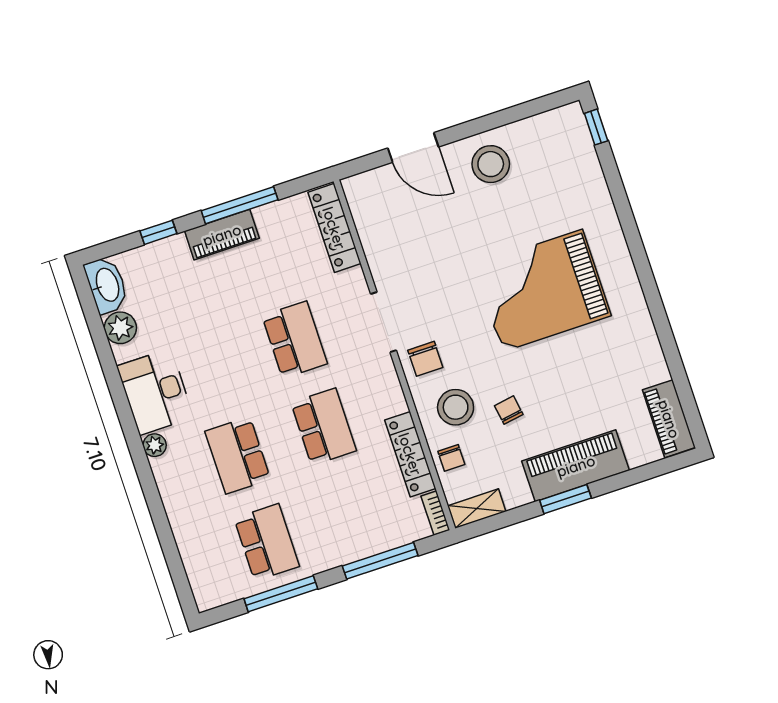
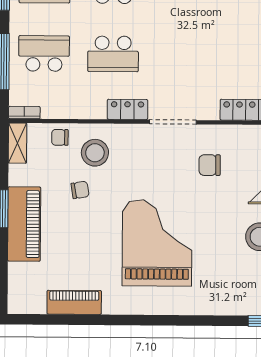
school desk: (295, 340) -> (44, 53), moved, turned 180
chair: (425, 359) -> (210, 165), moved
piano: (669, 419) -> (74, 302), moved
locker: (410, 454) -> (127, 109), moved, width x0.66

